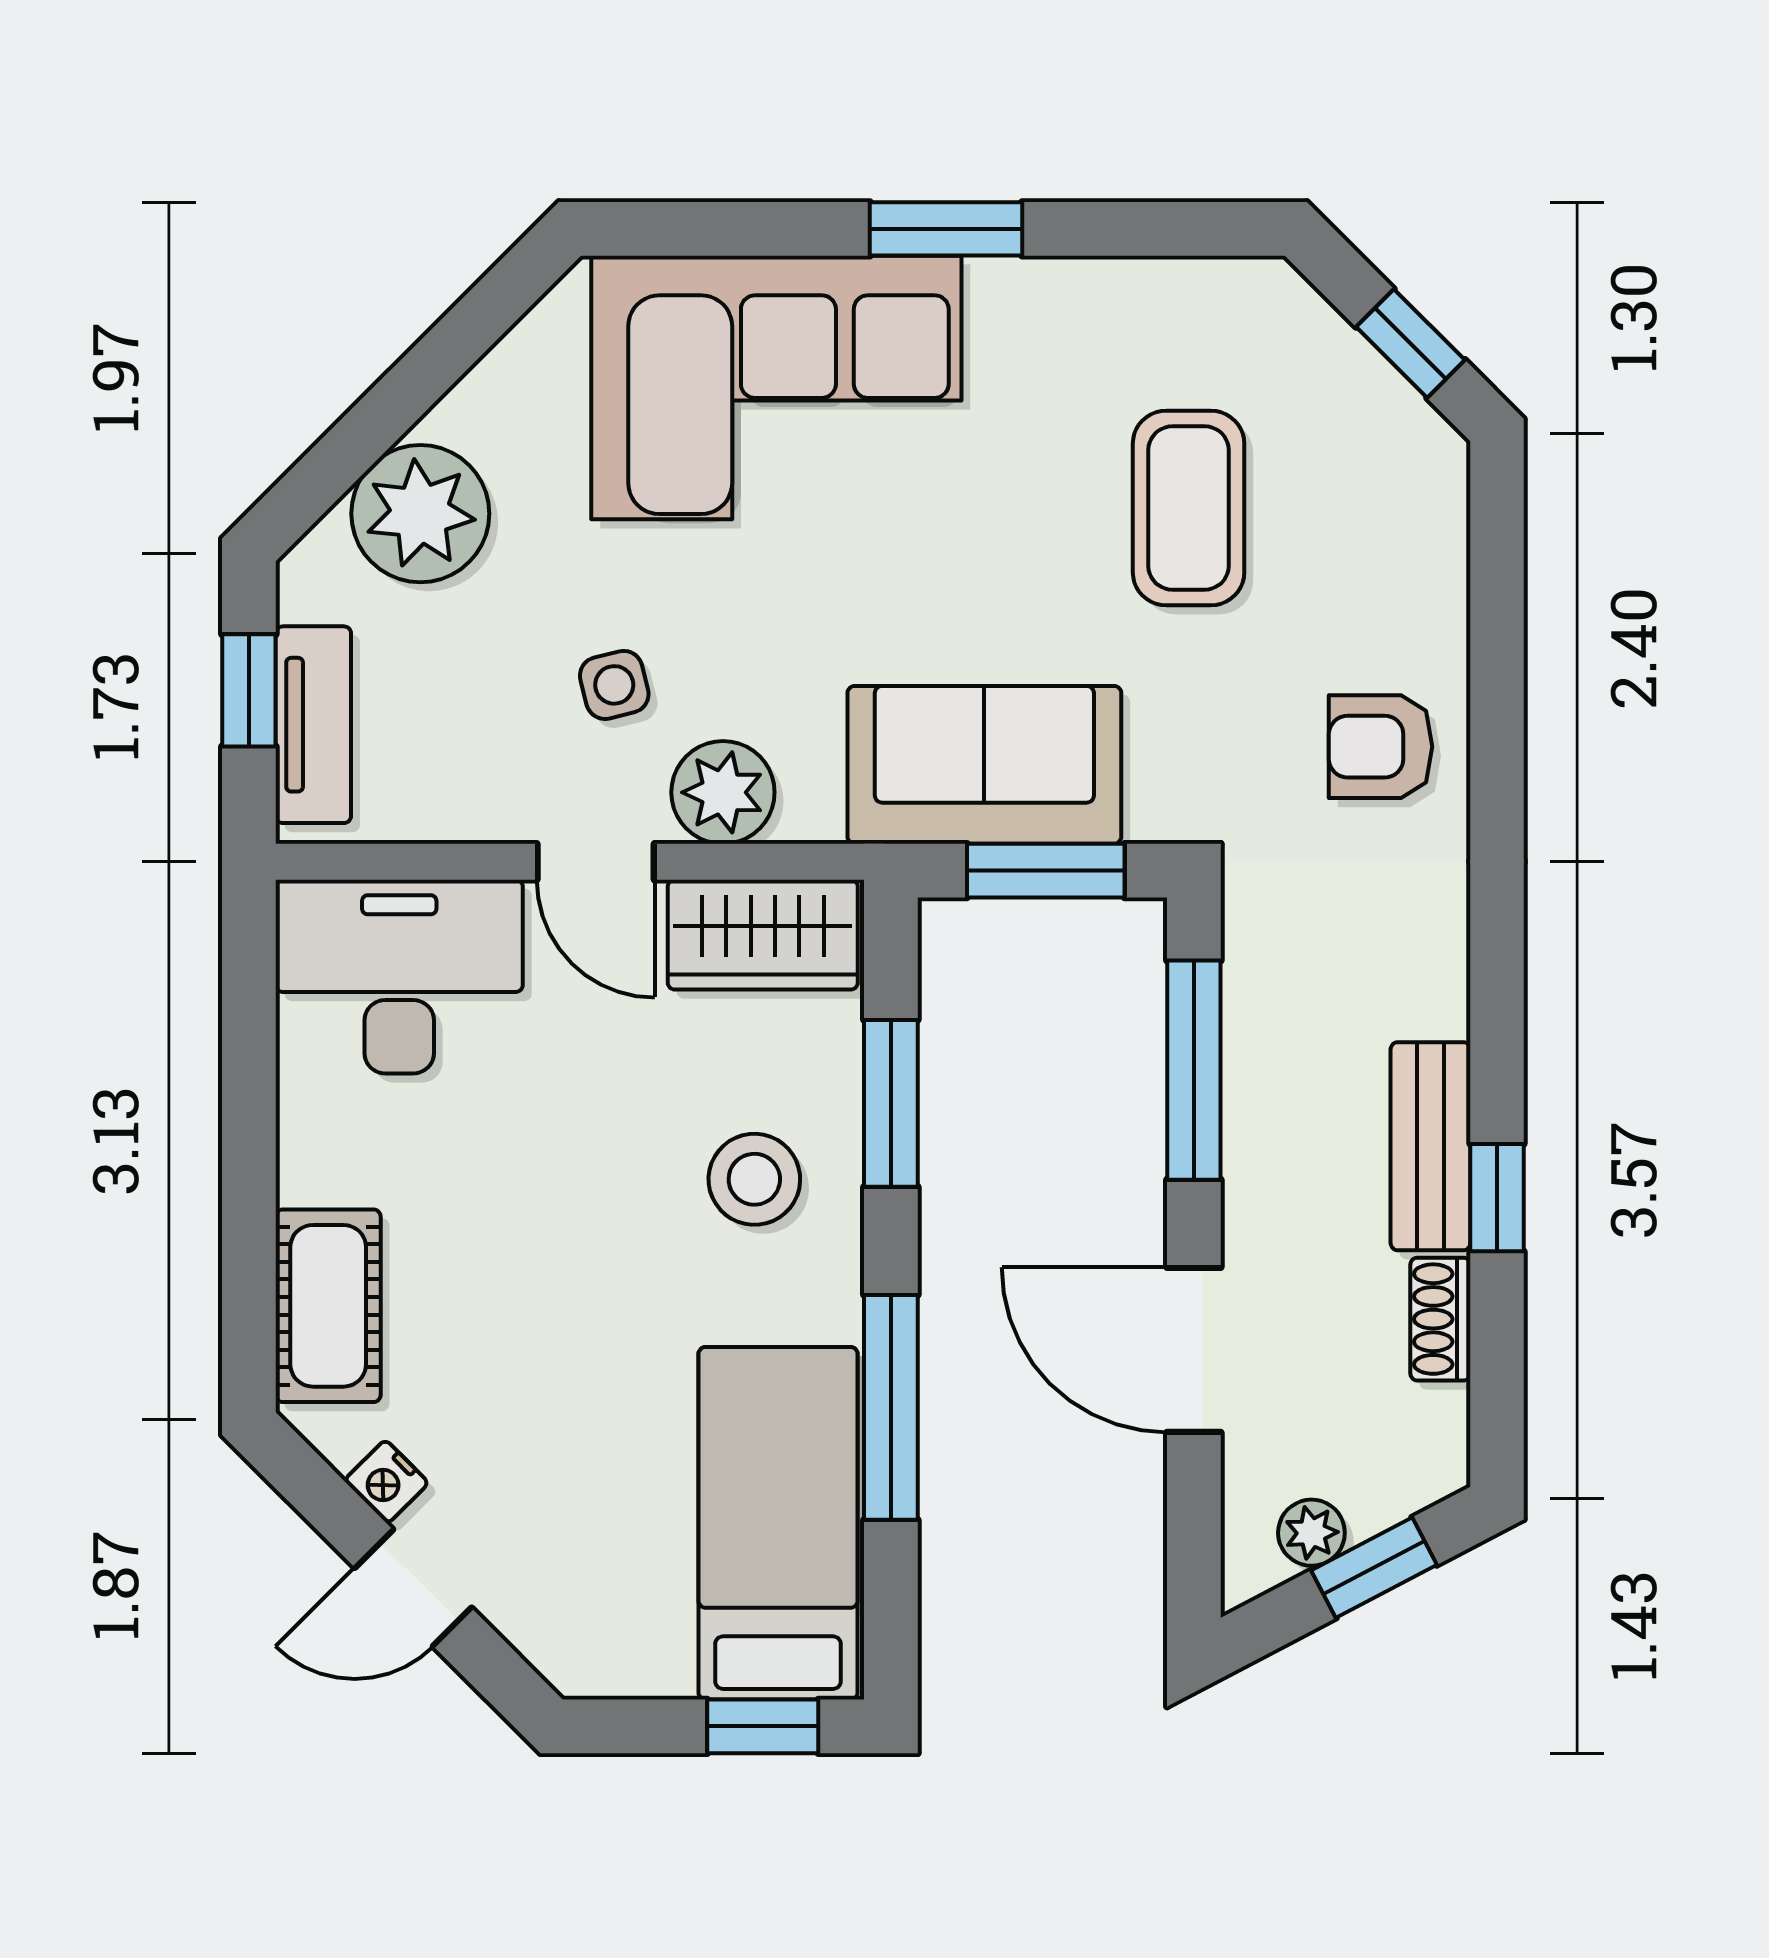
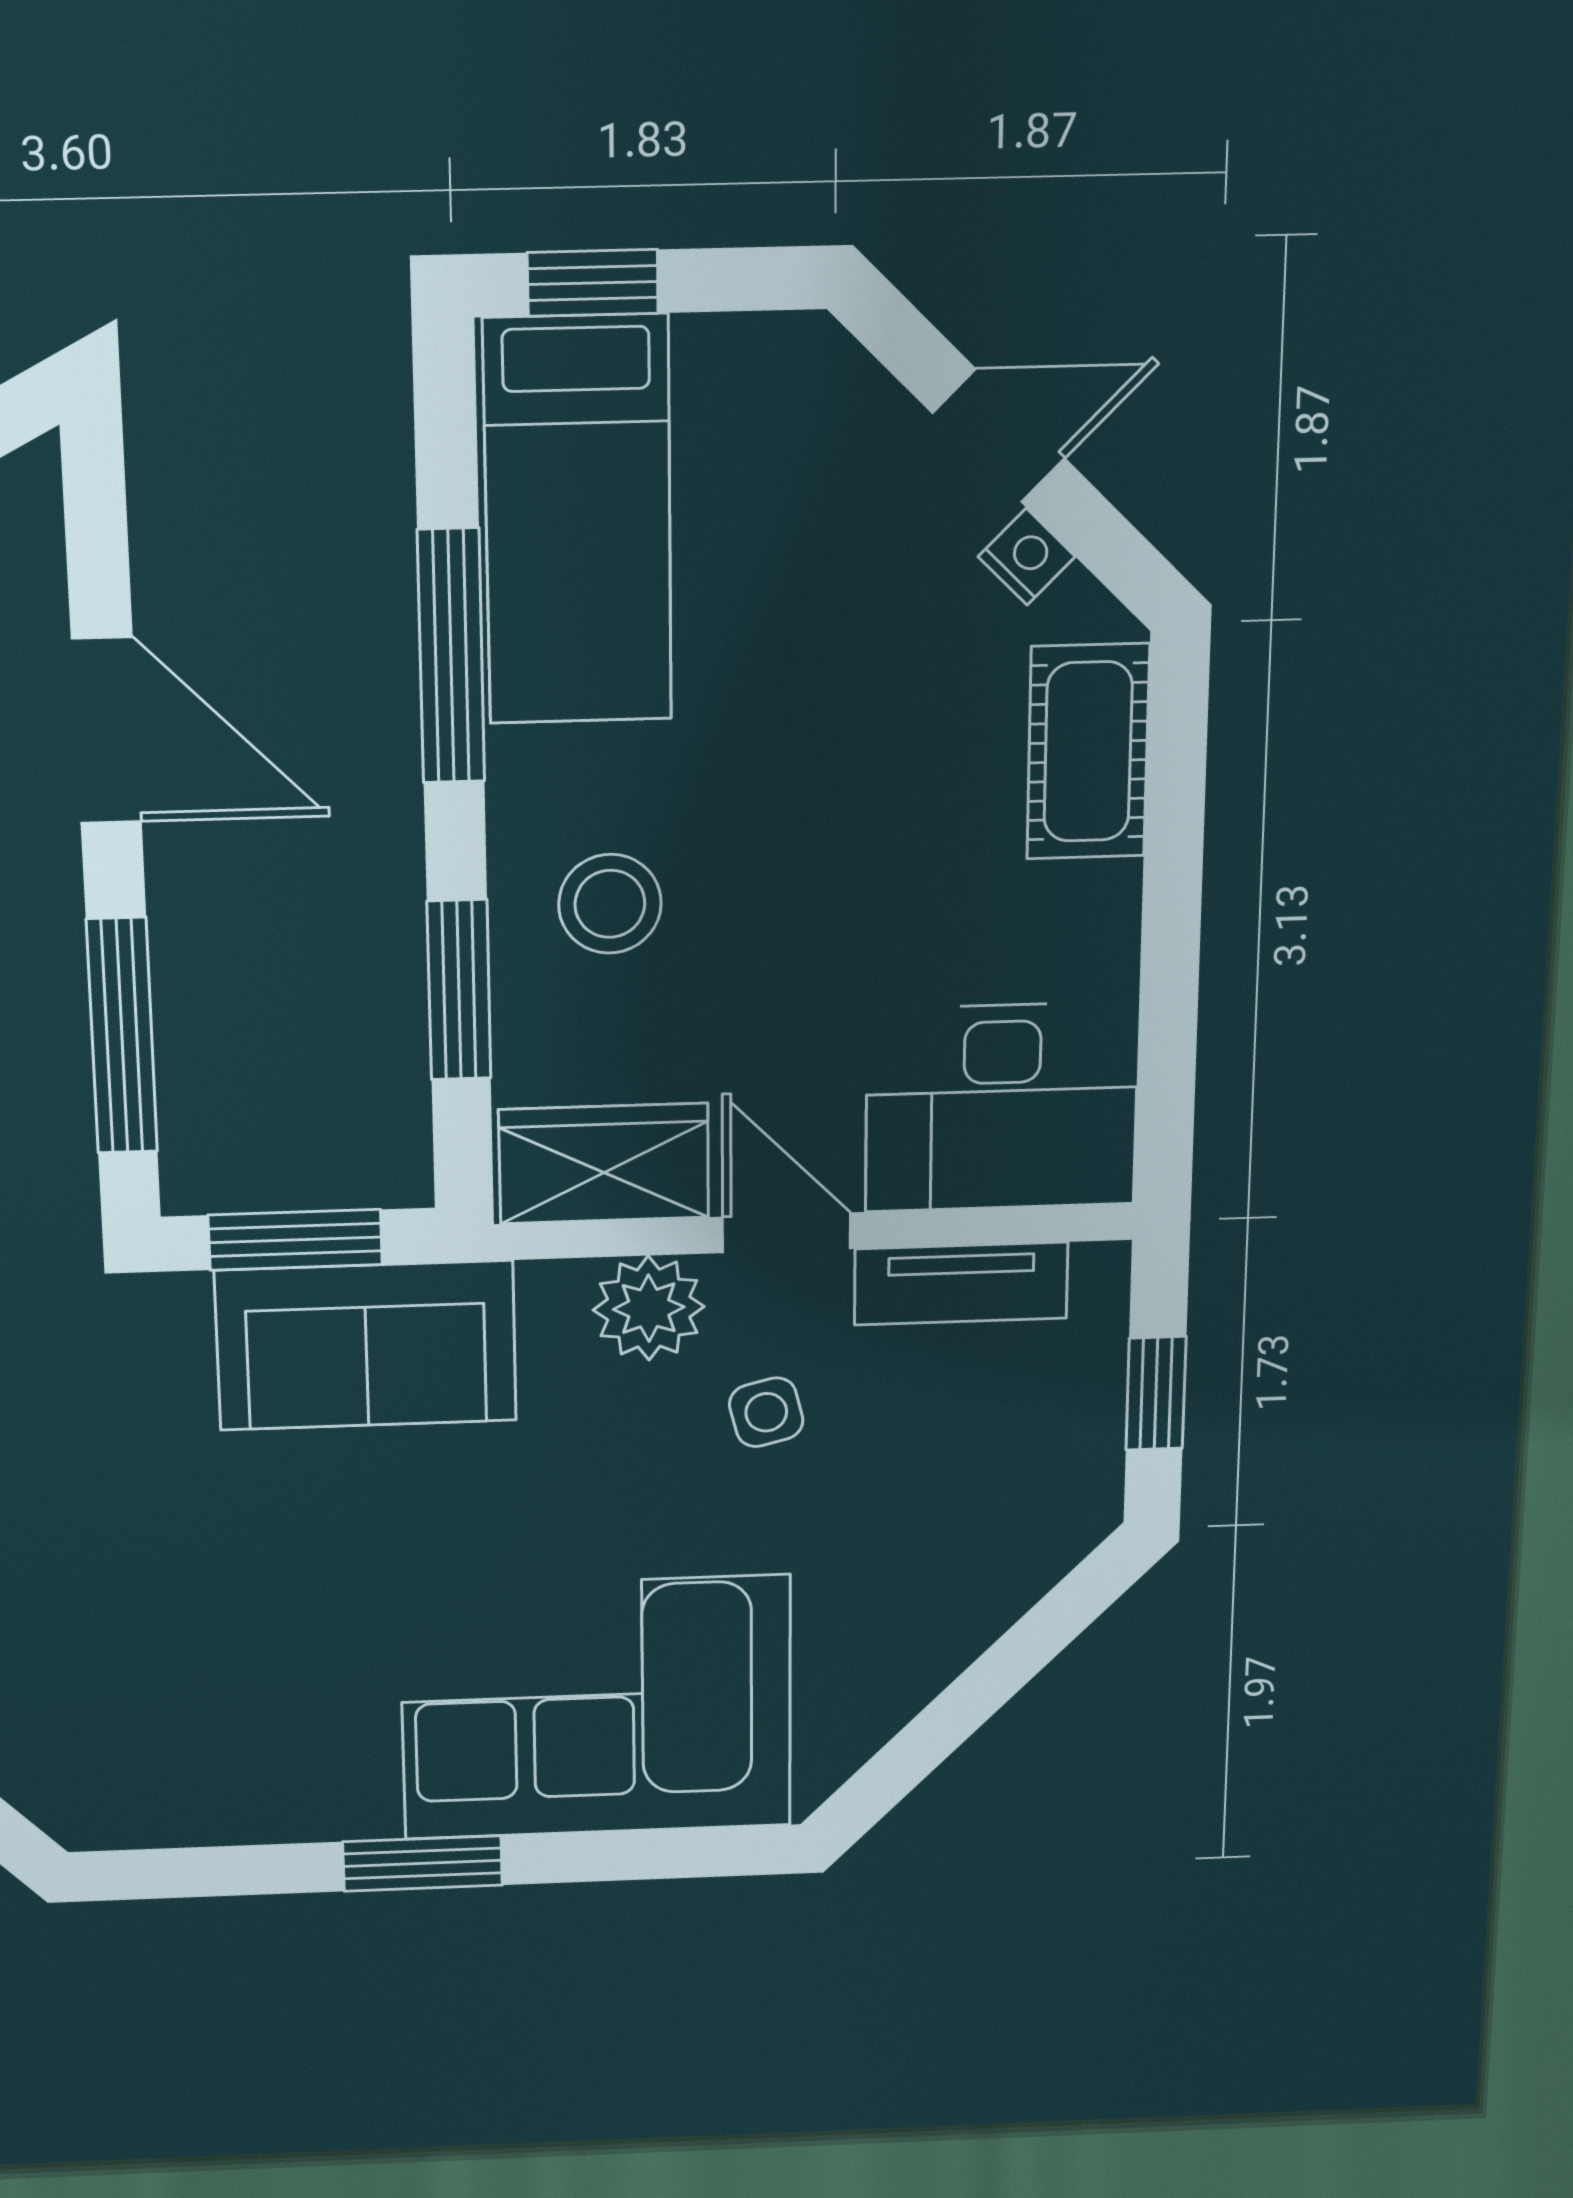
coffee table: (1189, 508) -> (157, 1608), removed
plant: (420, 514) -> (970, 1573), removed
tv unit: (313, 725) -> (961, 1284), moved, turned -90

